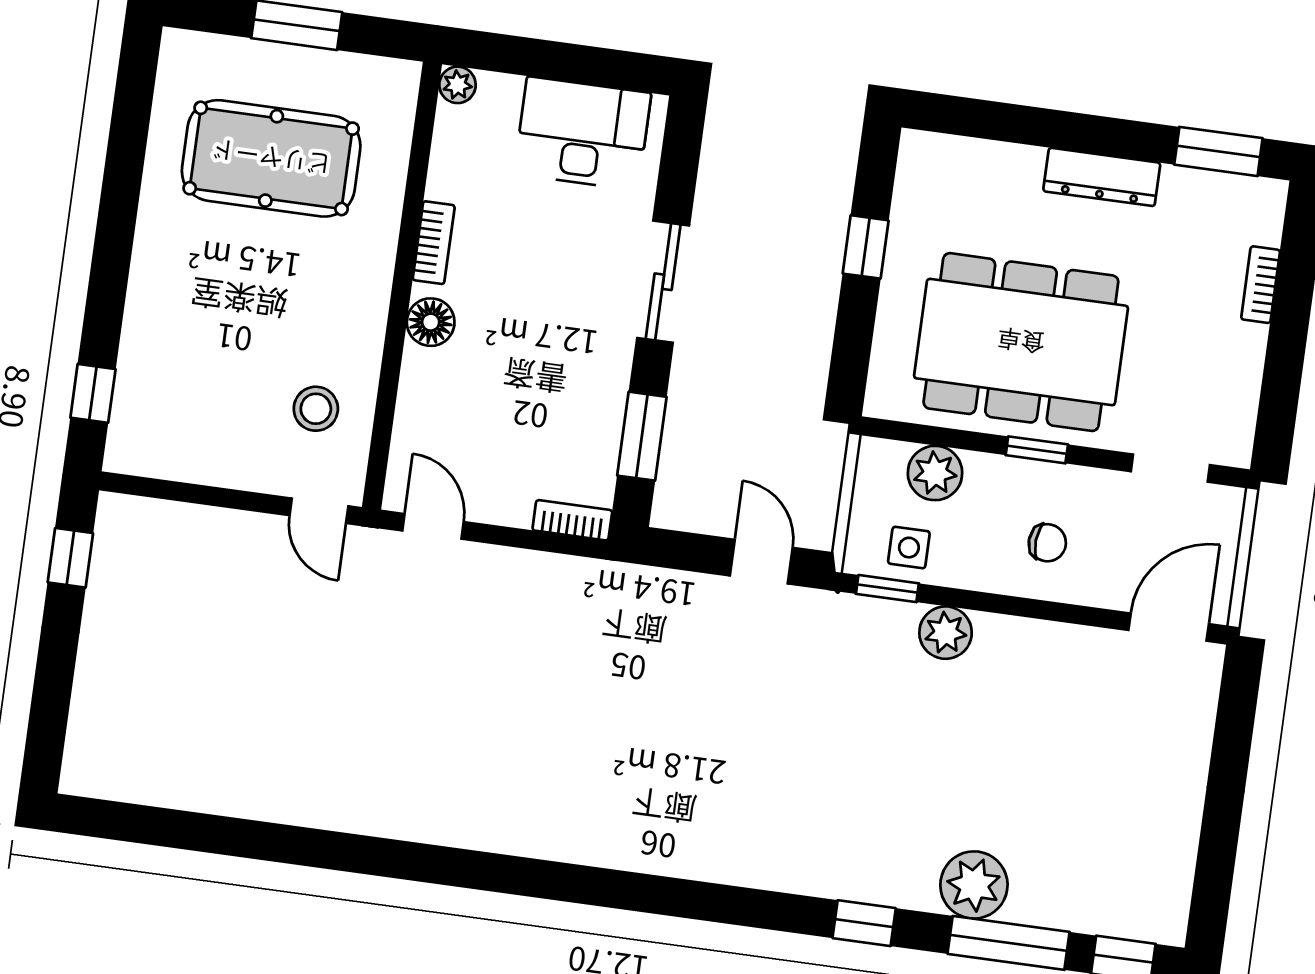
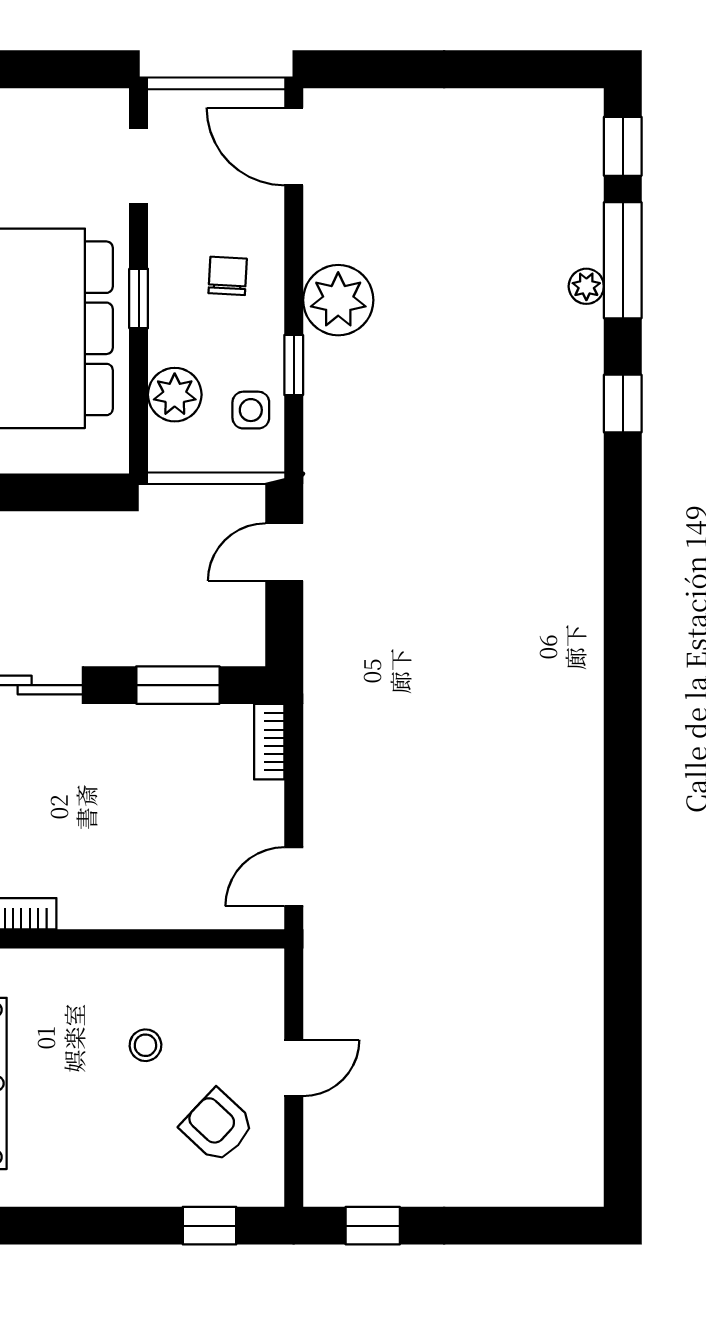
floor lamp: (431, 322) -> (95, 906), removed
stool: (316, 409) -> (145, 1045), moved, width x0.73, depth x0.73
armchair: (192, 415) -> (217, 1126), added
door: (319, 511) -> (294, 1068), moved
window: (887, 589) -> (294, 365), moved
plant: (946, 633) -> (338, 300), moved, width x1.36, depth x1.36
plant: (974, 885) -> (586, 286), width x0.53, depth x0.53

